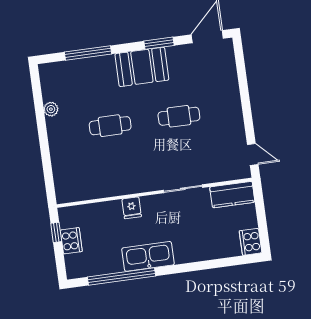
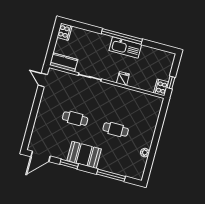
cooker: (71, 241) -> (161, 87), moved
window: (122, 276) -> (122, 36), moved

